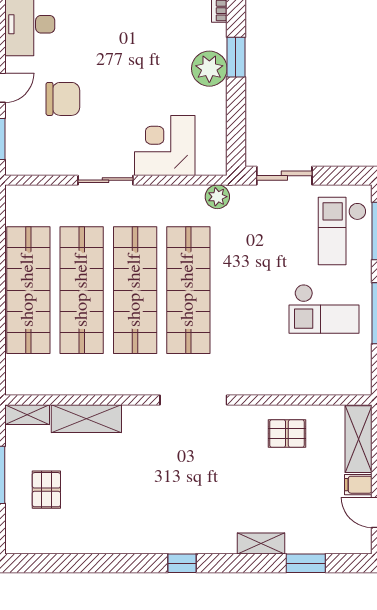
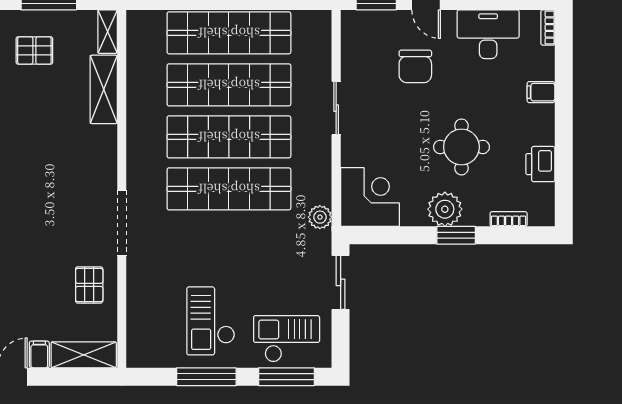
round table: (145, 52) -> (461, 147), added
corner desk: (165, 145) -> (370, 197), moved
doorway: (193, 400) -> (122, 223), moved

